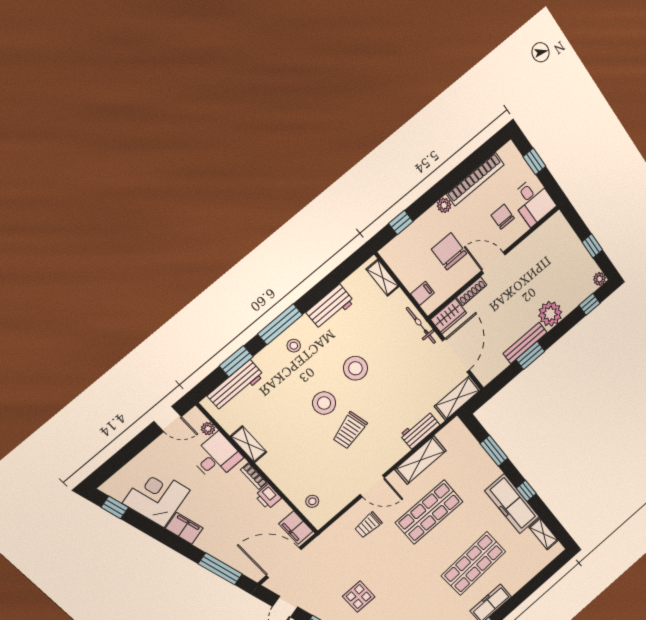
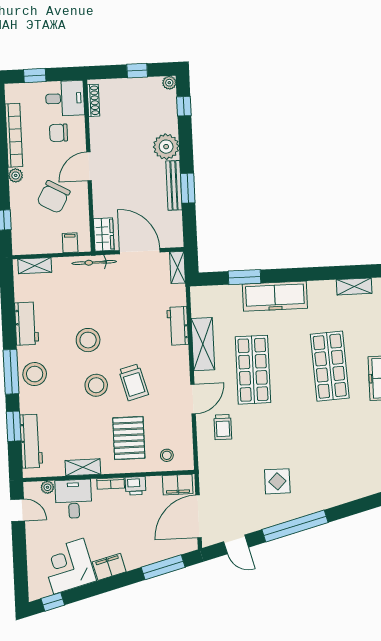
chair: (449, 251) -> (53, 197), turned -61
shoe rack: (472, 291) -> (93, 100), moved
stool: (294, 346) -> (35, 374), width x1.89, depth x1.89
shelving: (457, 398) -> (178, 267), width x0.67, depth x0.75
door: (168, 419) -> (18, 510), hinge flipped
pallet: (302, 462) -> (129, 438), added
window: (526, 491) -> (302, 274), removed
freezer: (512, 504) -> (275, 296), moved

